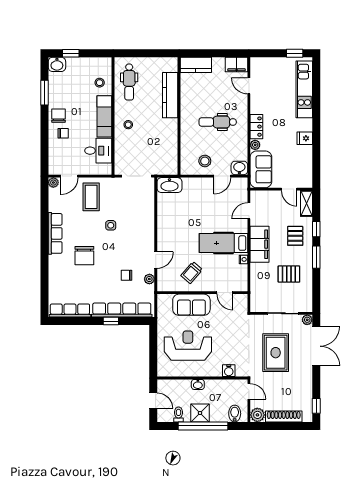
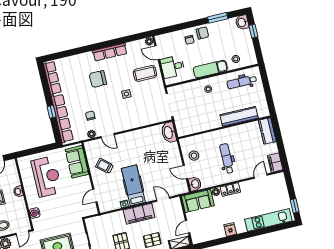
desk: (98, 151) -> (173, 67), moved, turned 90
sofa: (191, 305) -> (77, 162), moved

